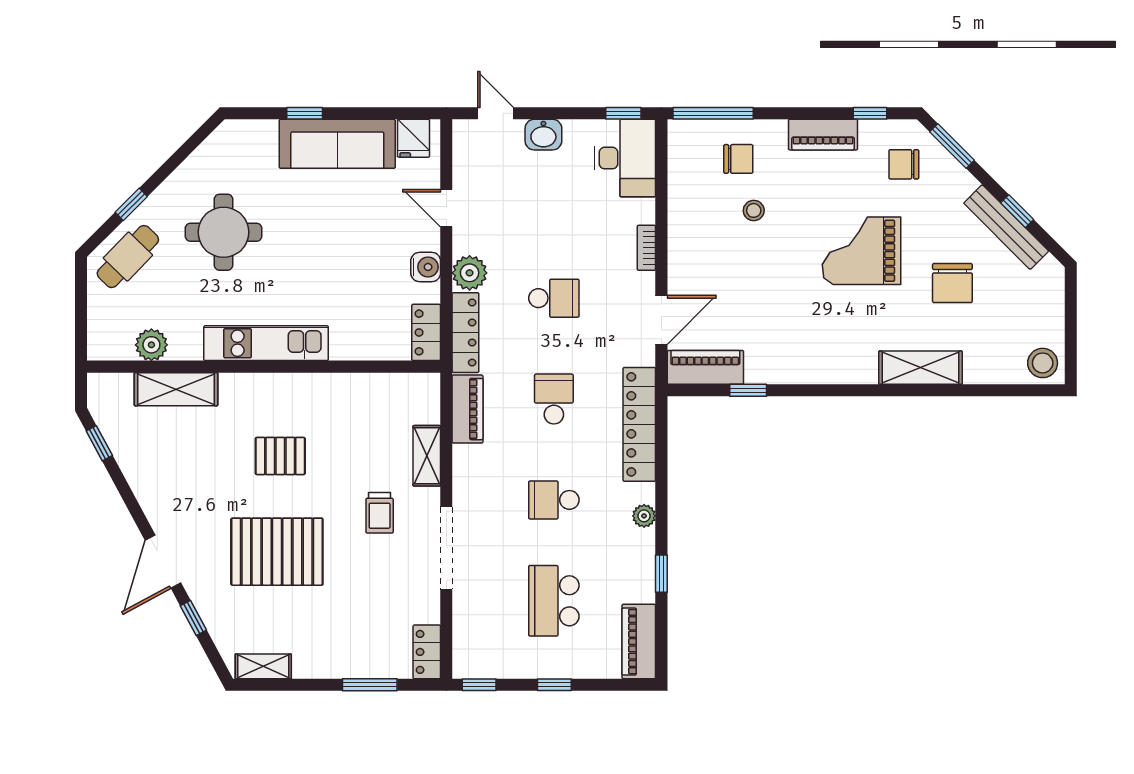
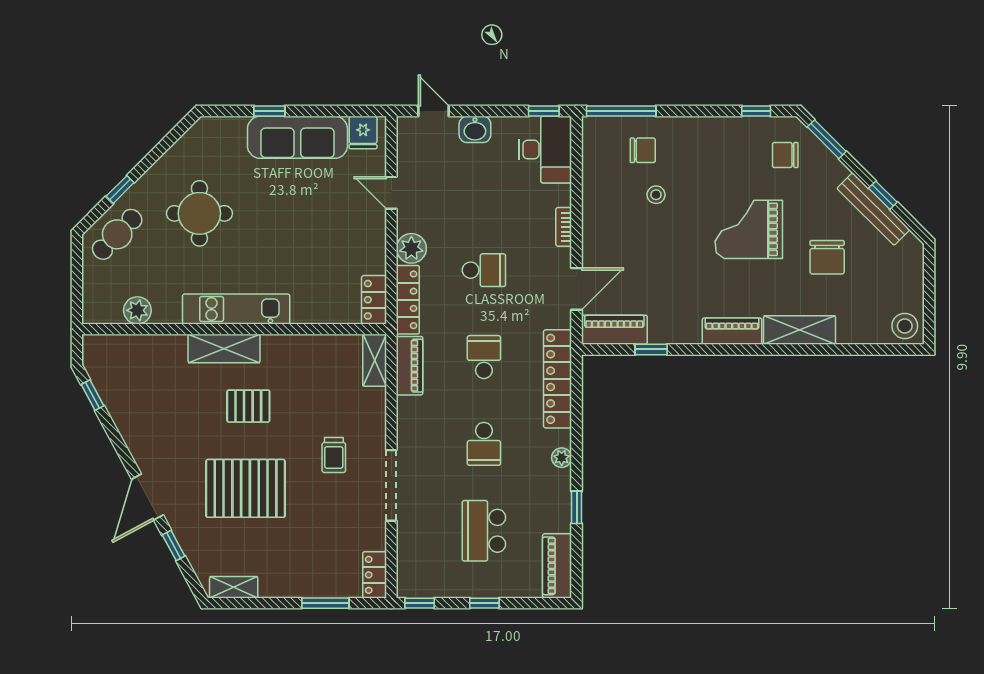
piano: (823, 135) -> (732, 331), moved, turned 180
water cooler: (426, 267) -> (374, 243), removed
shelving: (176, 389) -> (224, 349), moved
shelving: (427, 456) -> (375, 360), moved
school desk: (554, 500) -> (484, 444), turned -90

